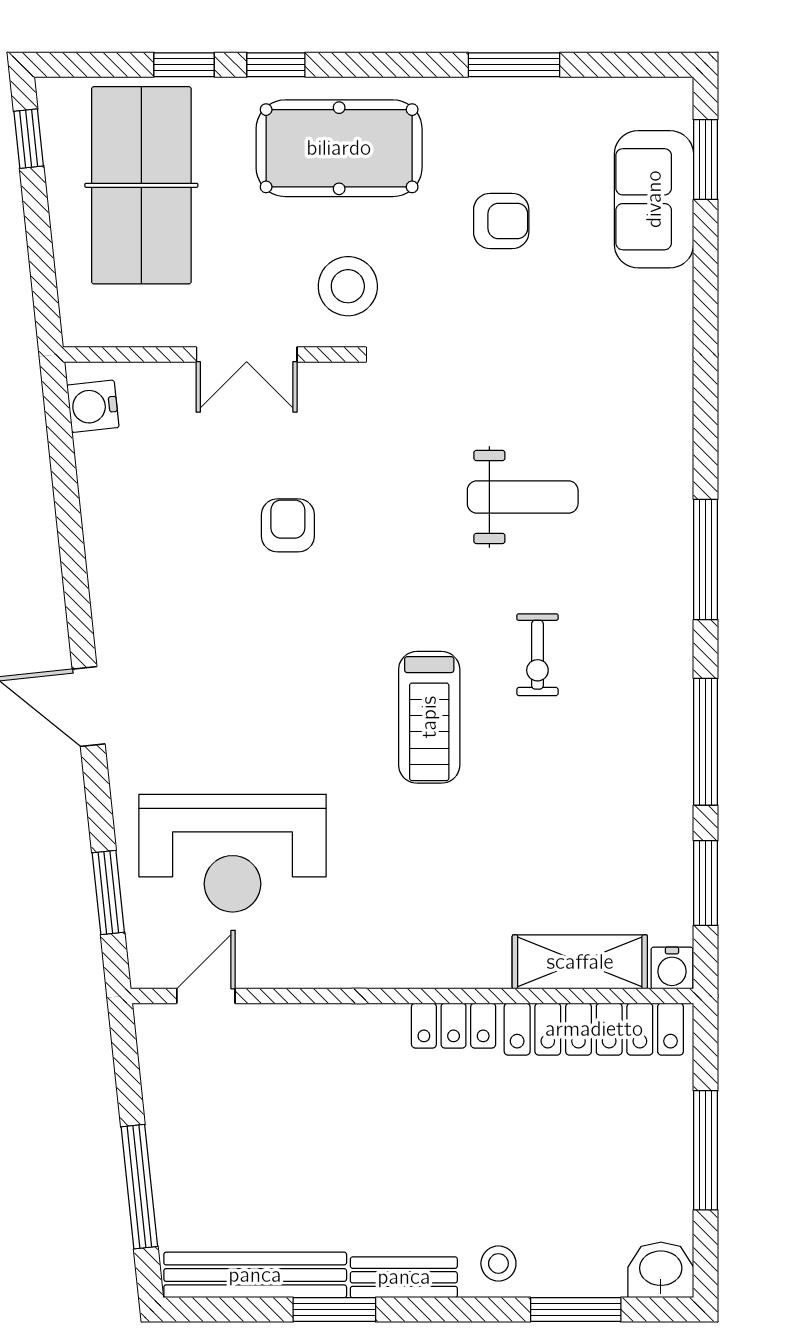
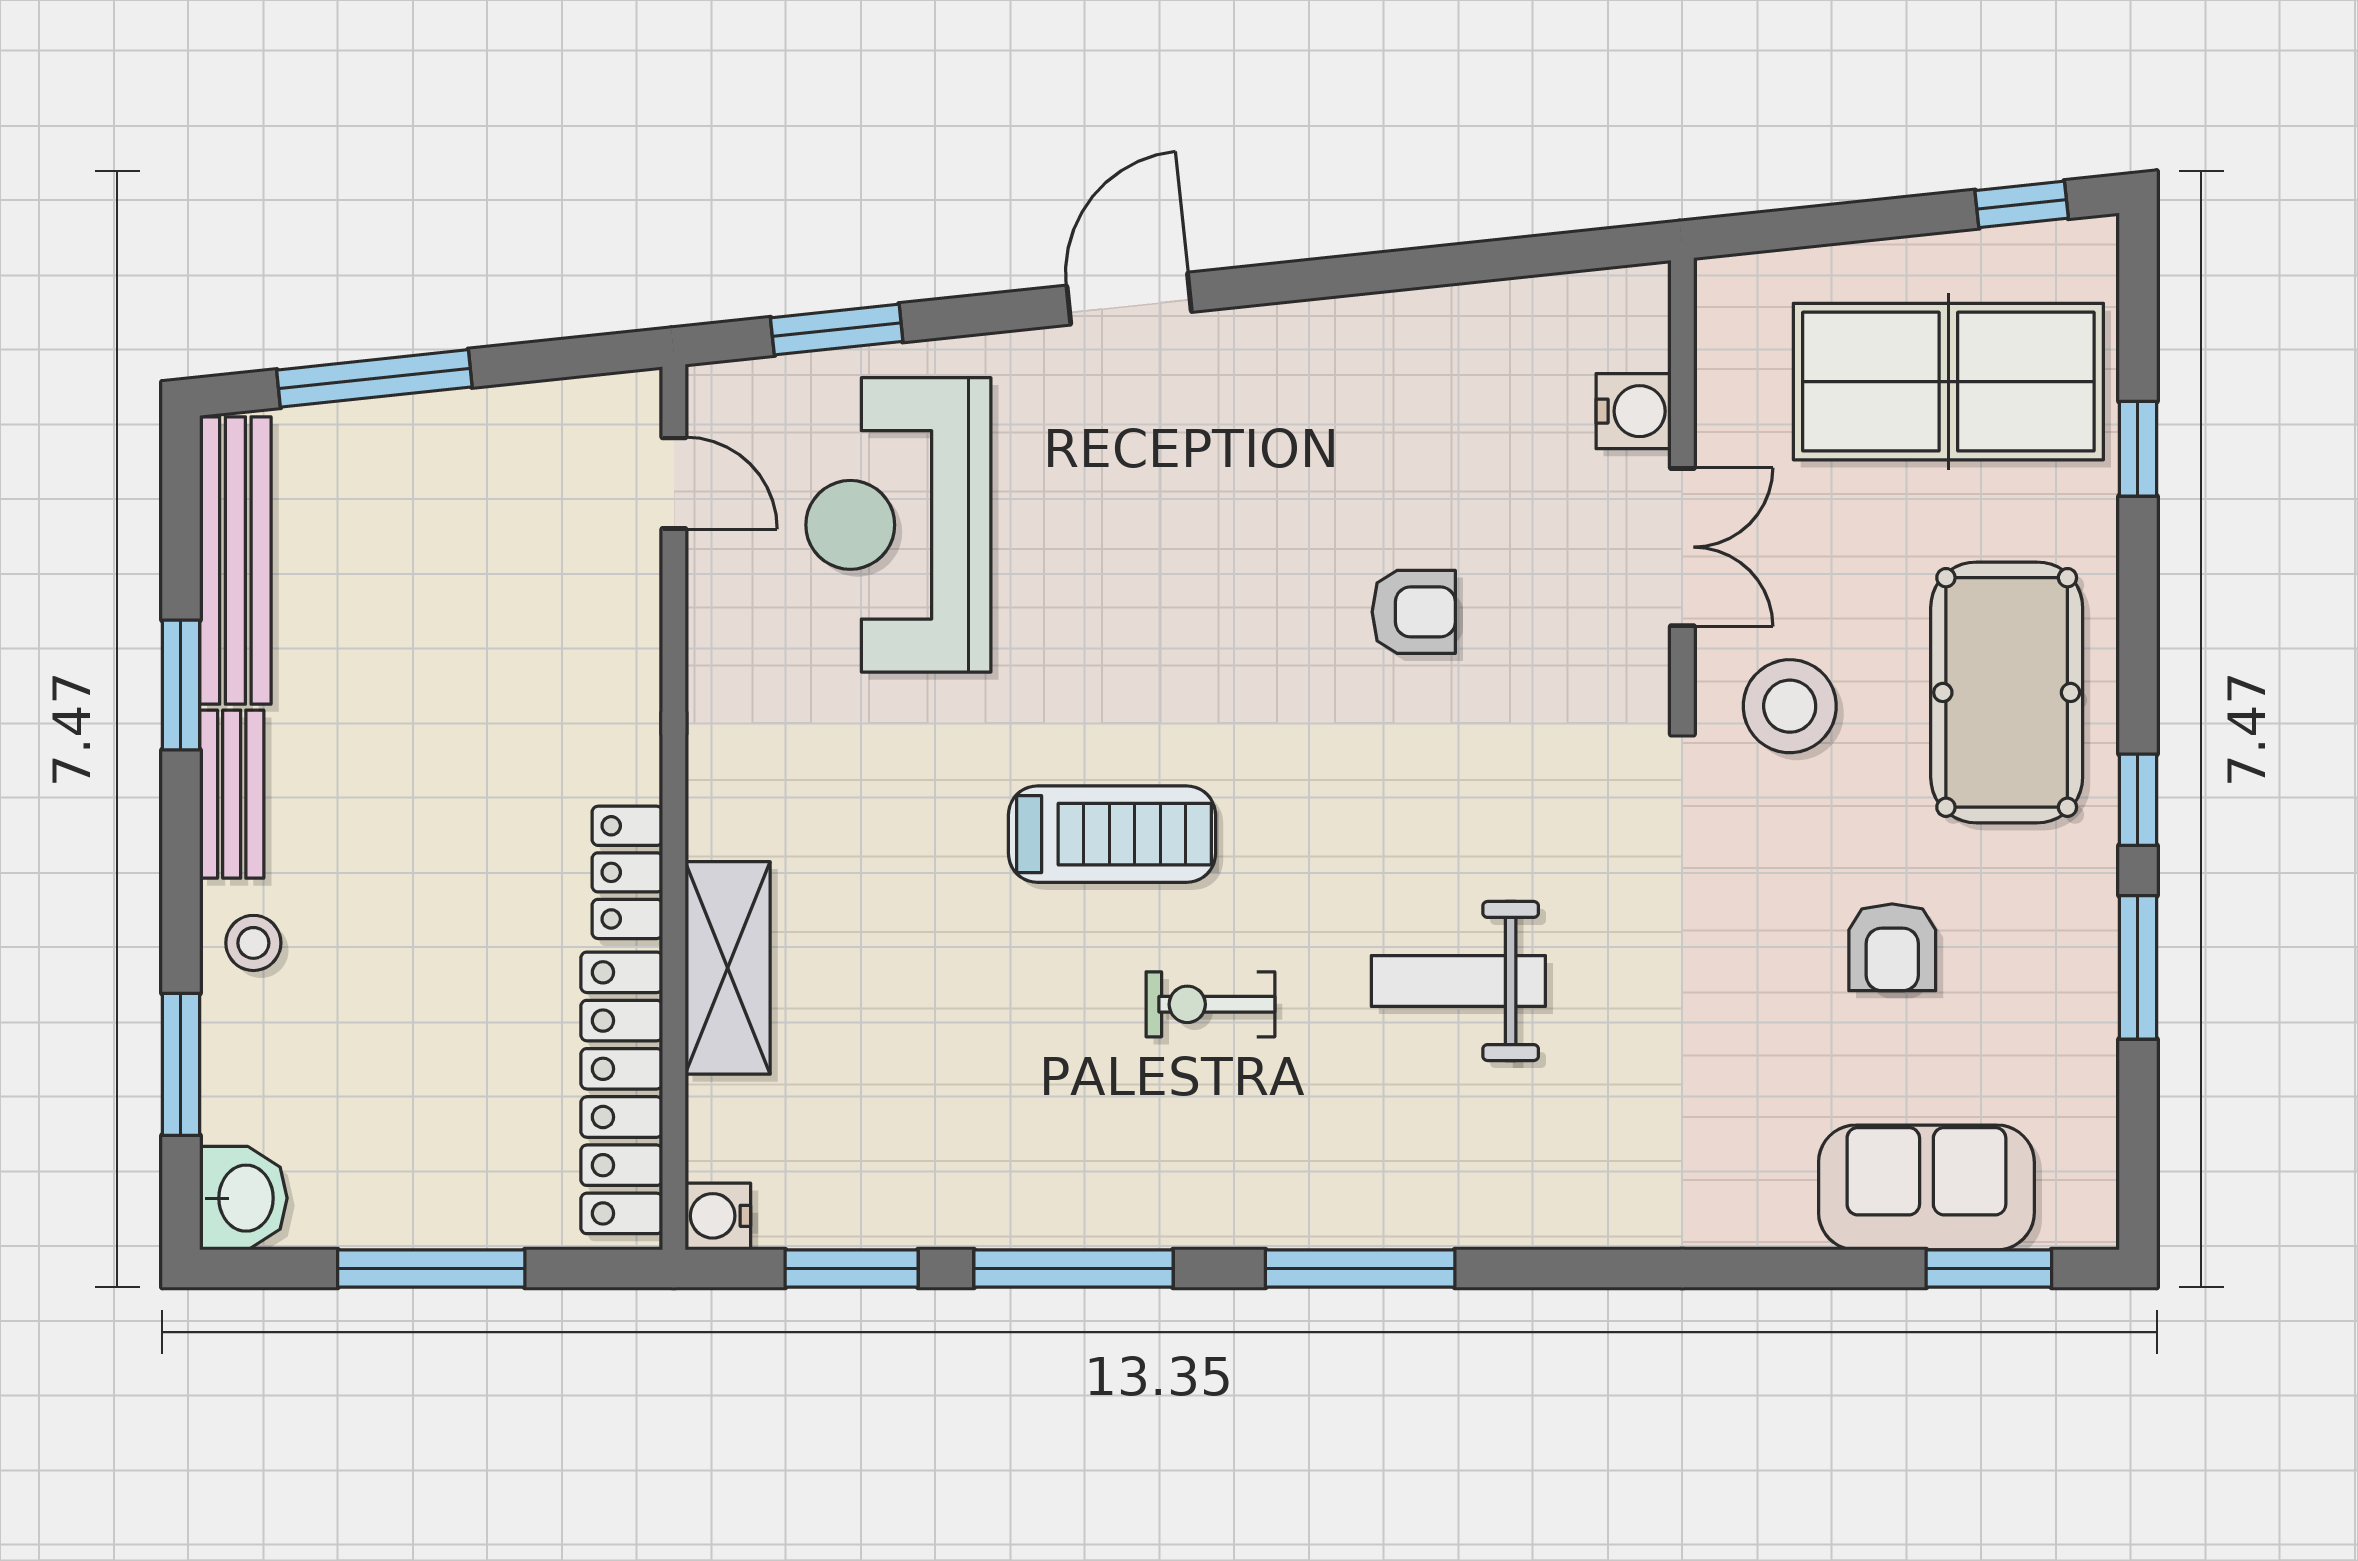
window: (276, 65) -> (2138, 800), moved
double door: (247, 355) -> (1682, 547), swing flipped
water cooler: (93, 406) -> (1634, 411), moved, turned 96
weight bench: (523, 497) -> (1458, 981), turned 90
treadmill: (429, 717) -> (1112, 834), turned 180
shelving: (580, 962) -> (728, 968), moved

